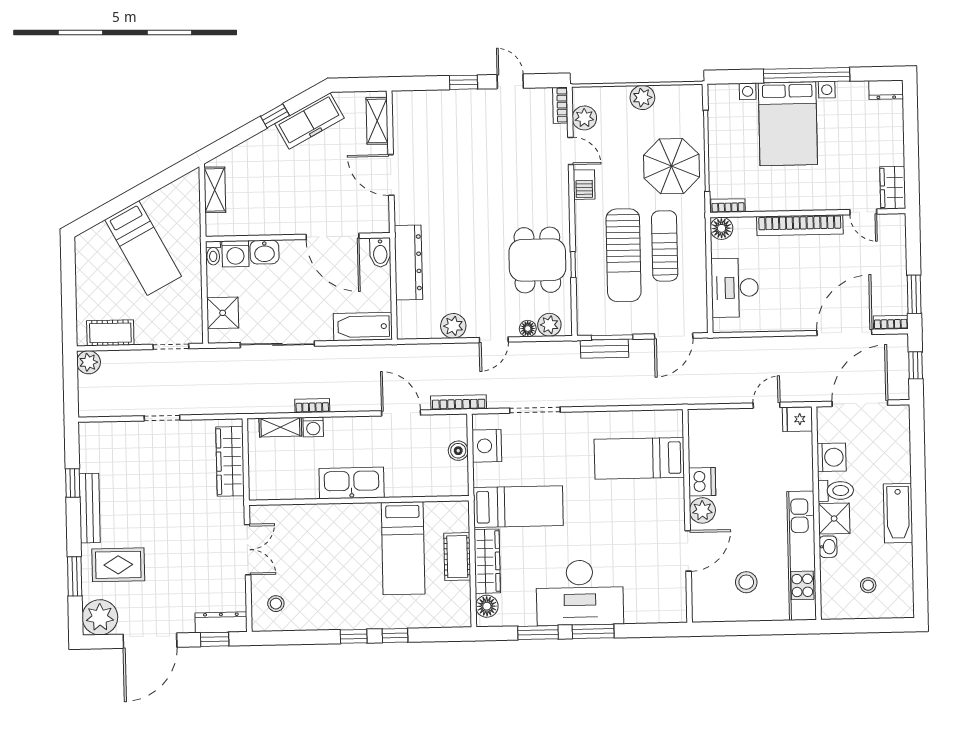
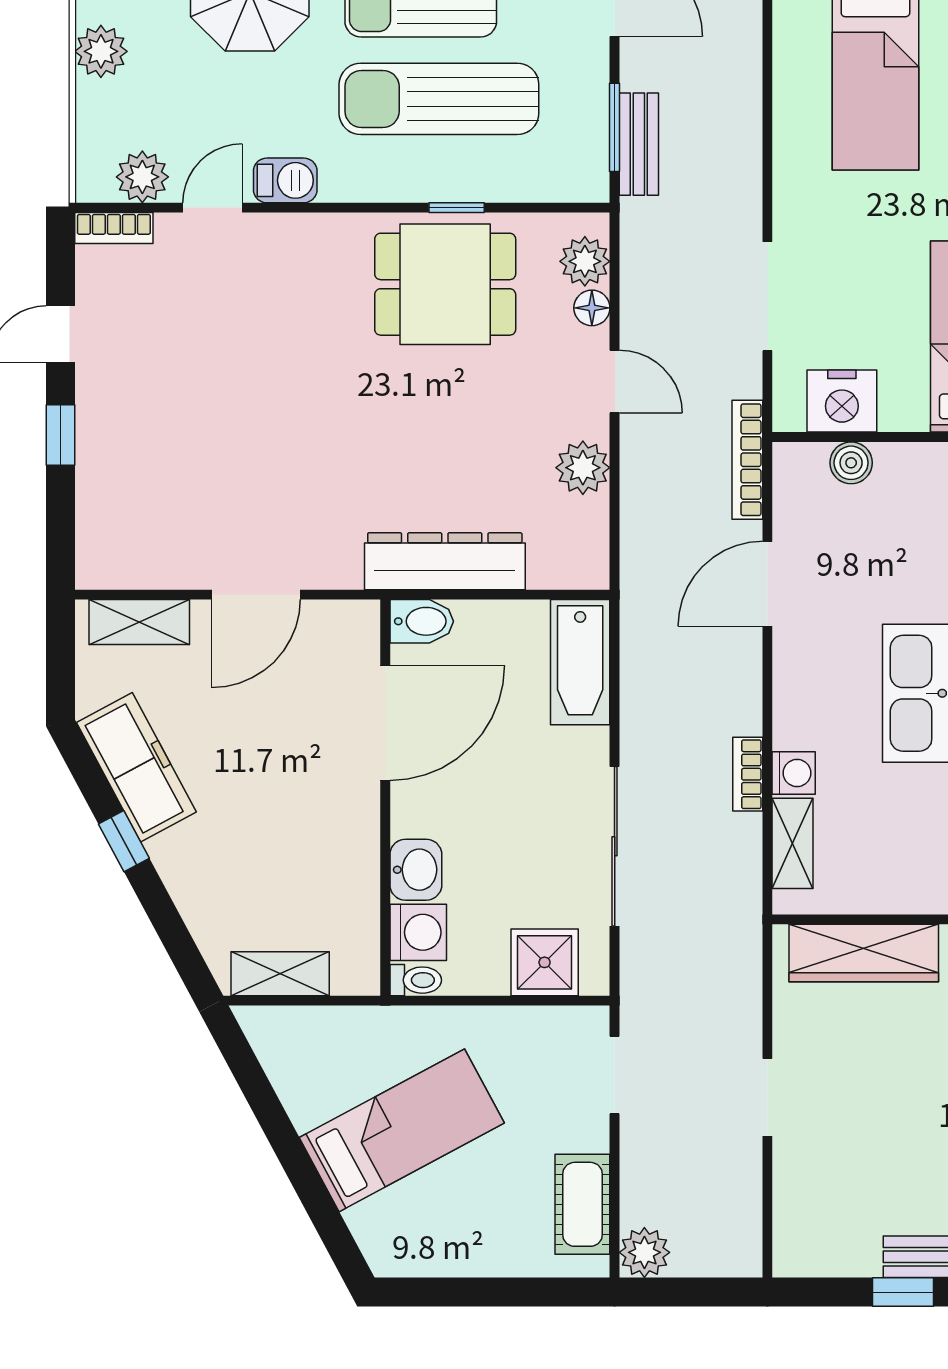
sun lounger: (624, 255) -> (439, 99), turned 180

